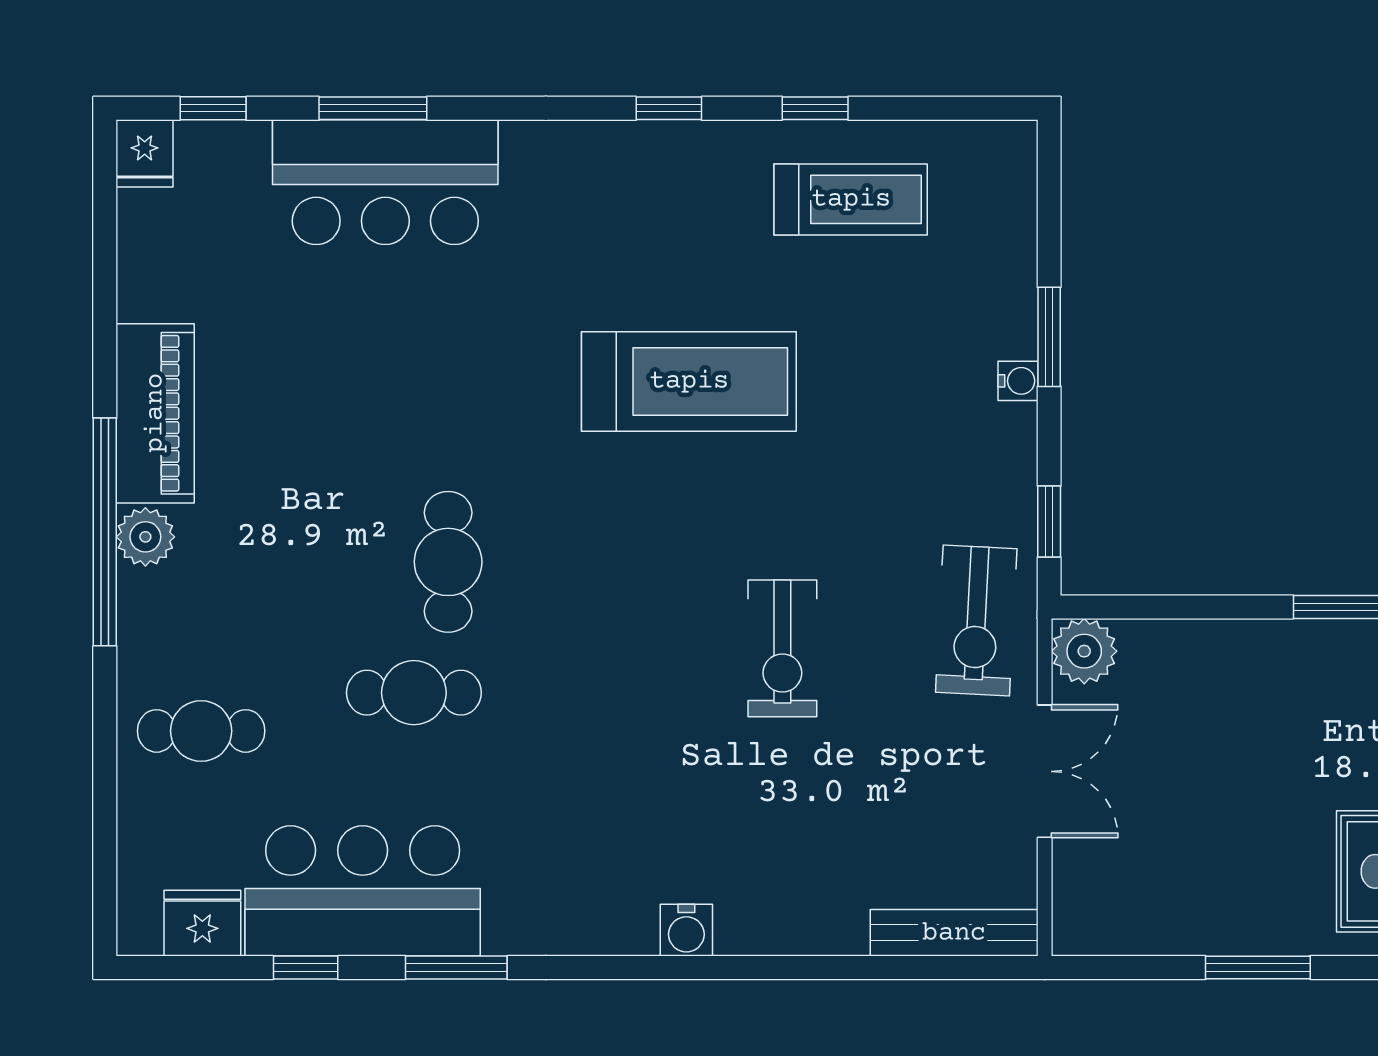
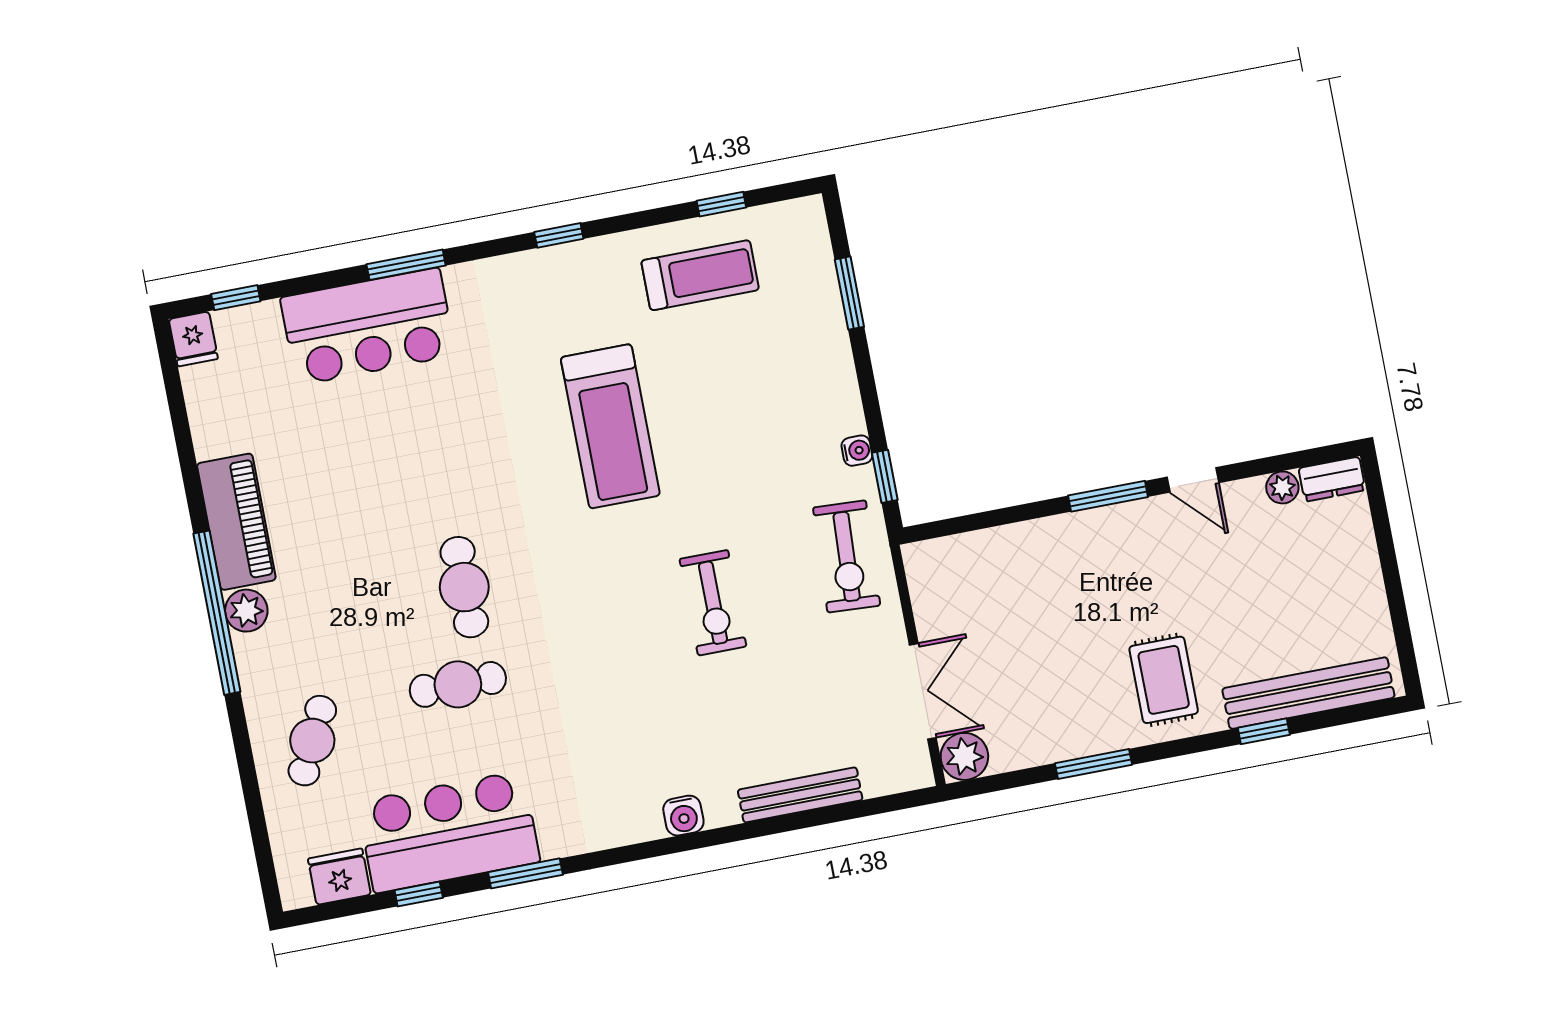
window: (373, 108) -> (406, 265), moved
window: (815, 108) -> (721, 204), moved
window: (1049, 337) -> (849, 293), moved
treadmill: (689, 381) -> (610, 426), turned 90
water cooler: (1018, 381) -> (857, 451), moved
plant: (1084, 651) -> (964, 756), moved
cafe table: (201, 731) -> (312, 741), turned -64
double door: (1045, 771) -> (923, 691), moved
bench: (954, 933) -> (800, 795), moved

